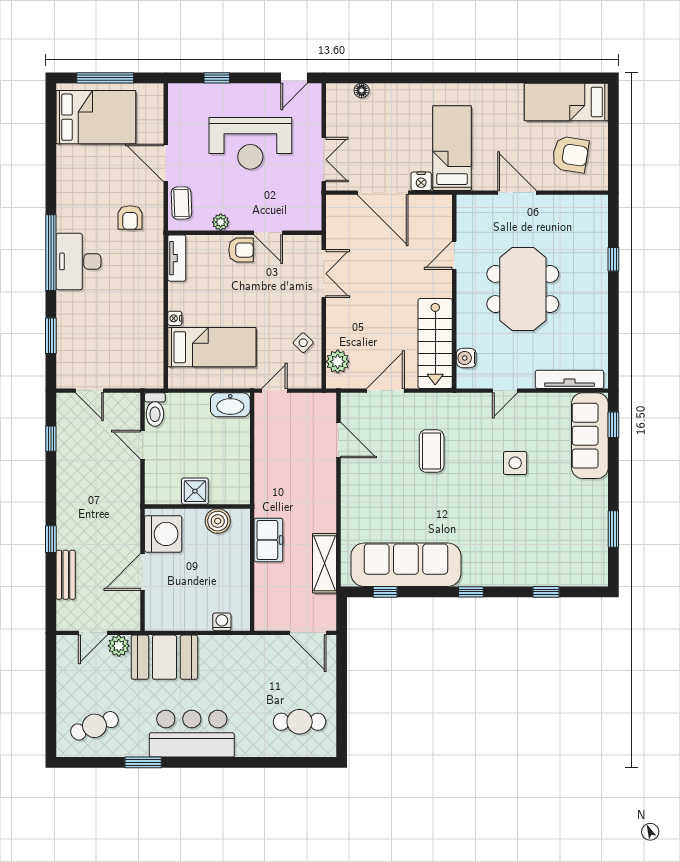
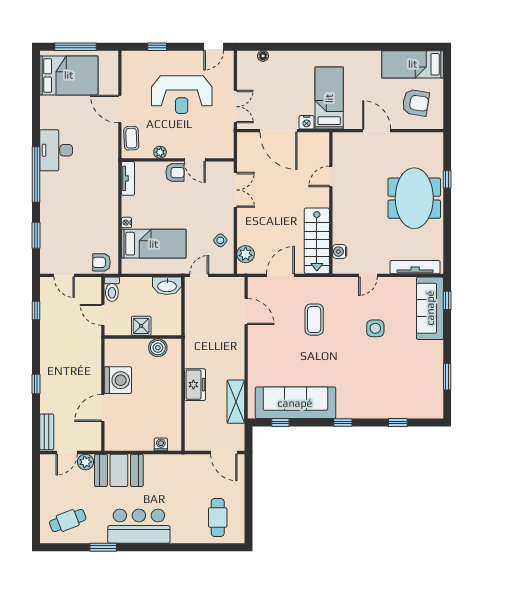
armchair: (130, 218) -> (101, 262), moved, turned 90
desk: (78, 261) -> (56, 150), moved
meeting table: (523, 289) -> (414, 198), moved
shower: (195, 491) -> (141, 326), moved
wall: (197, 506) -> (143, 337), moved
boiler: (218, 521) -> (158, 348), moved
bench: (66, 575) -> (47, 432), moved
cafe table: (300, 722) -> (218, 518), turned 90

